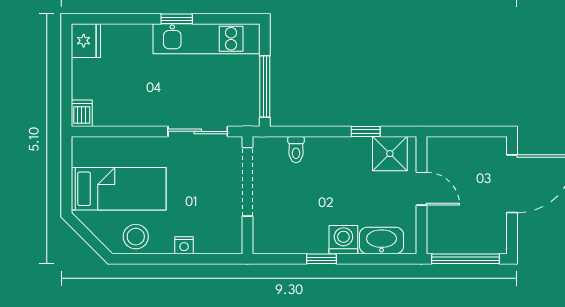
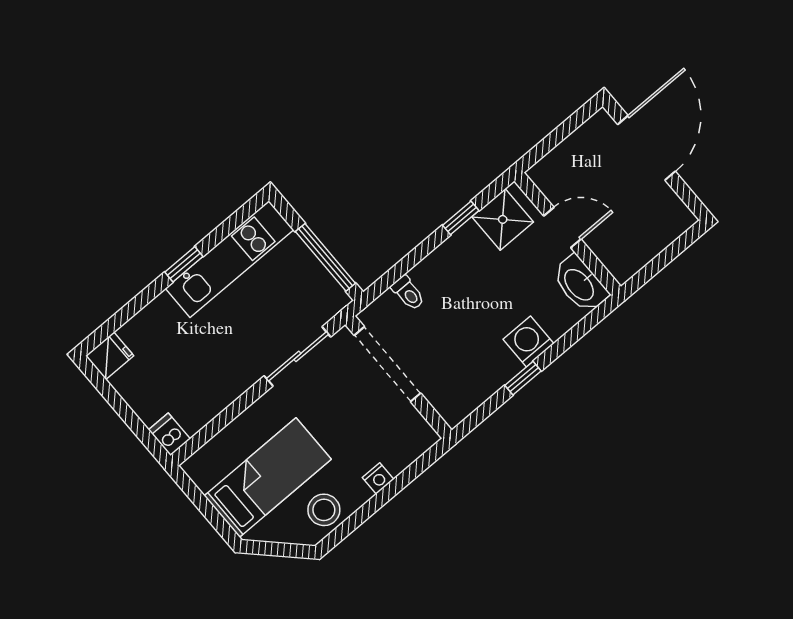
fridge: (86, 41) -> (110, 356), width x0.72
washbasin: (382, 240) -> (580, 284), moved, turned -90
window: (465, 259) -> (663, 259), removed

